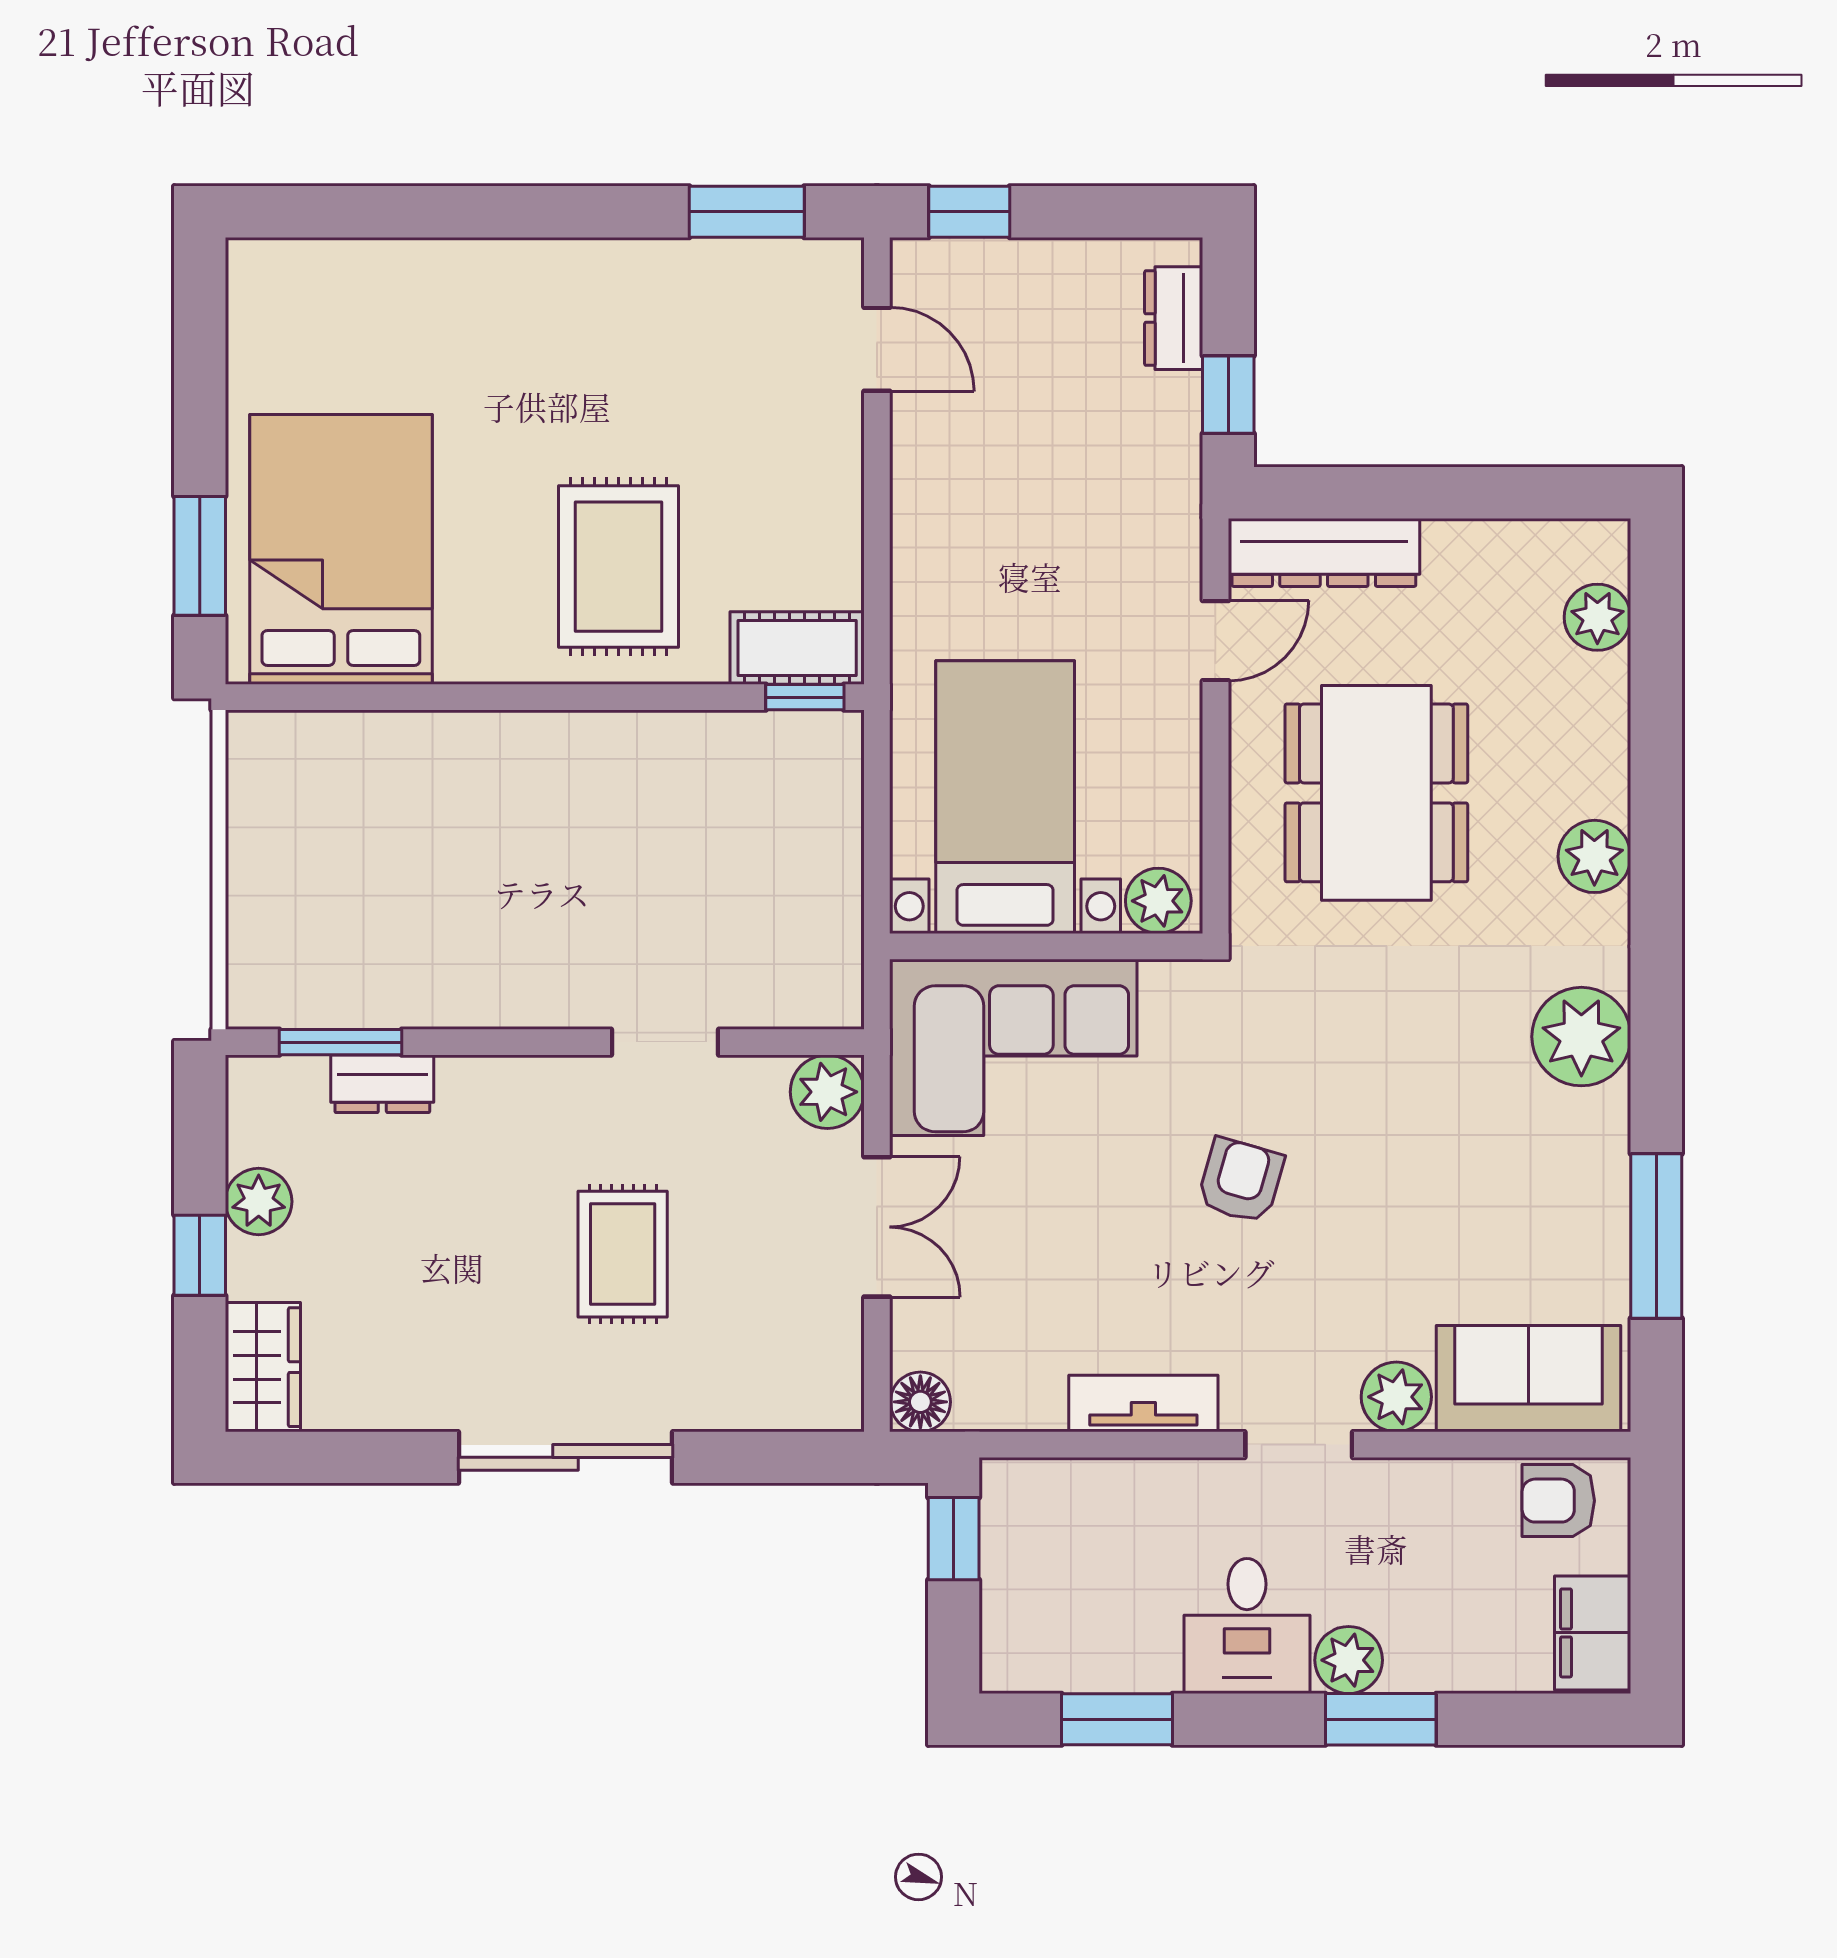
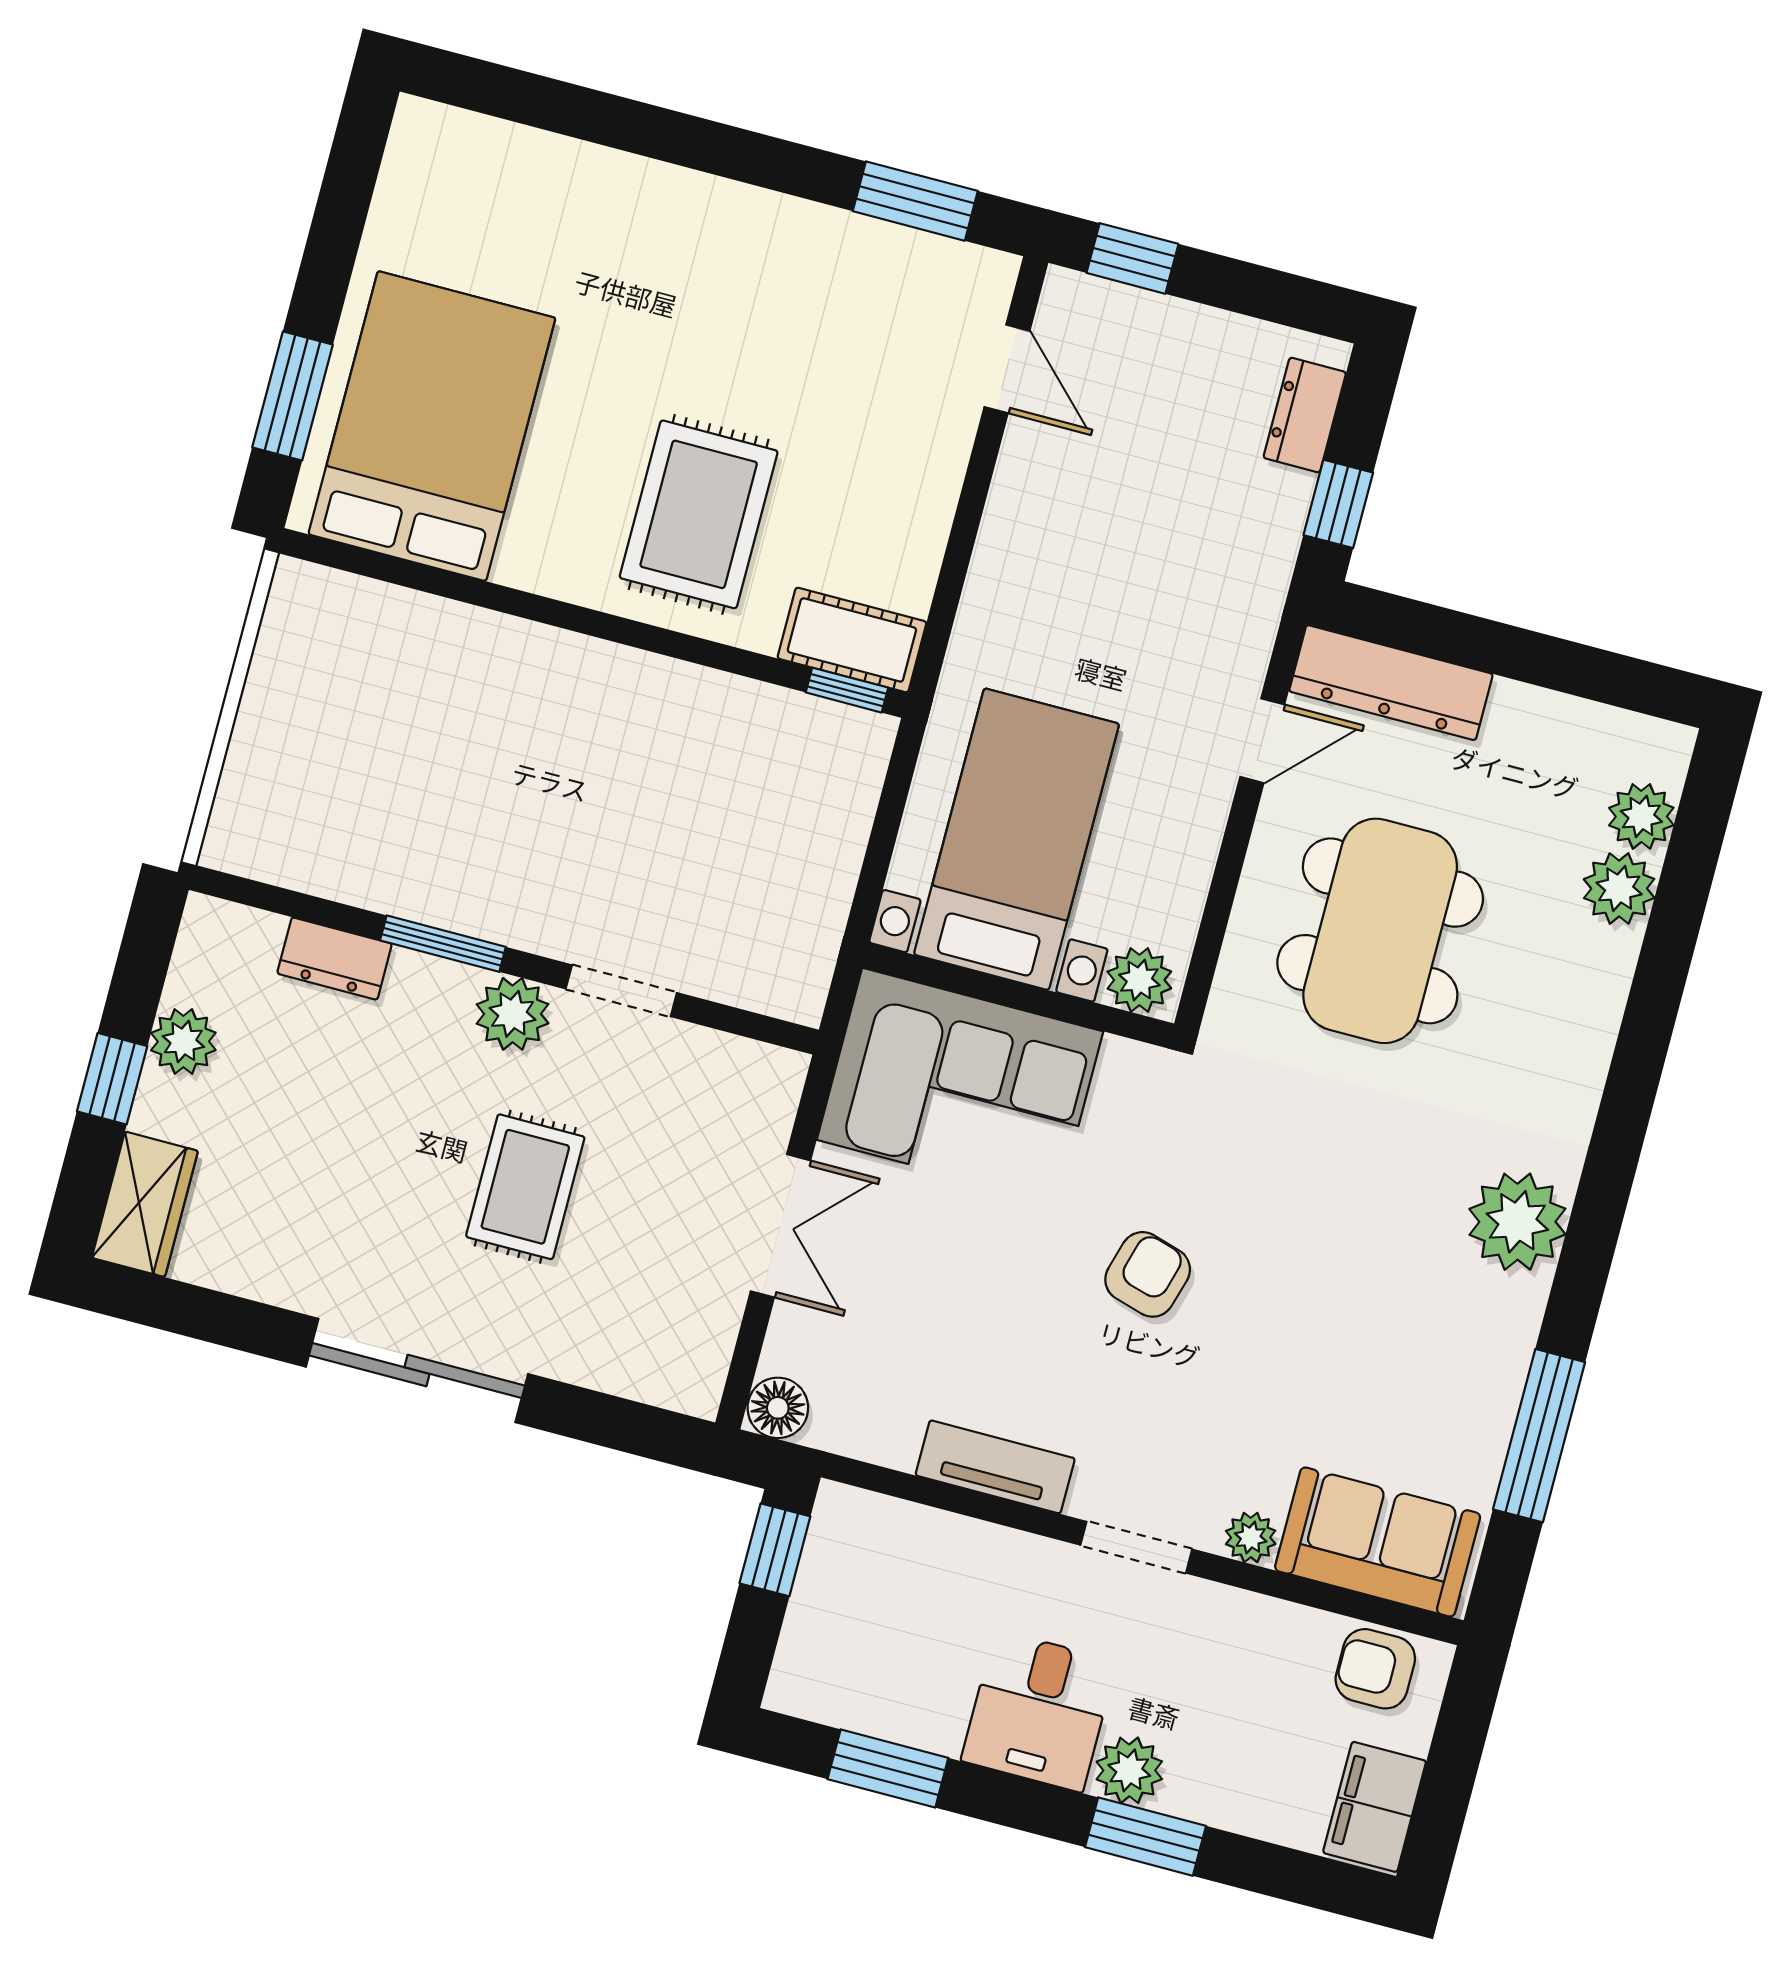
plant: (1594, 856) -> (1619, 889), moved
window: (341, 1042) -> (443, 944), moved
plant: (827, 1092) -> (513, 1014), moved
plant: (1396, 1397) -> (1251, 1537), width x0.73, depth x0.73

